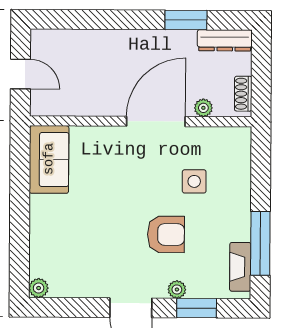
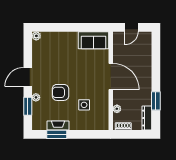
door: (156, 121) -> (111, 76), moved
armchair: (166, 234) -> (60, 92), turned 90
window: (260, 243) -> (57, 134), width x0.69
fireplace: (240, 267) -> (58, 126), moved

